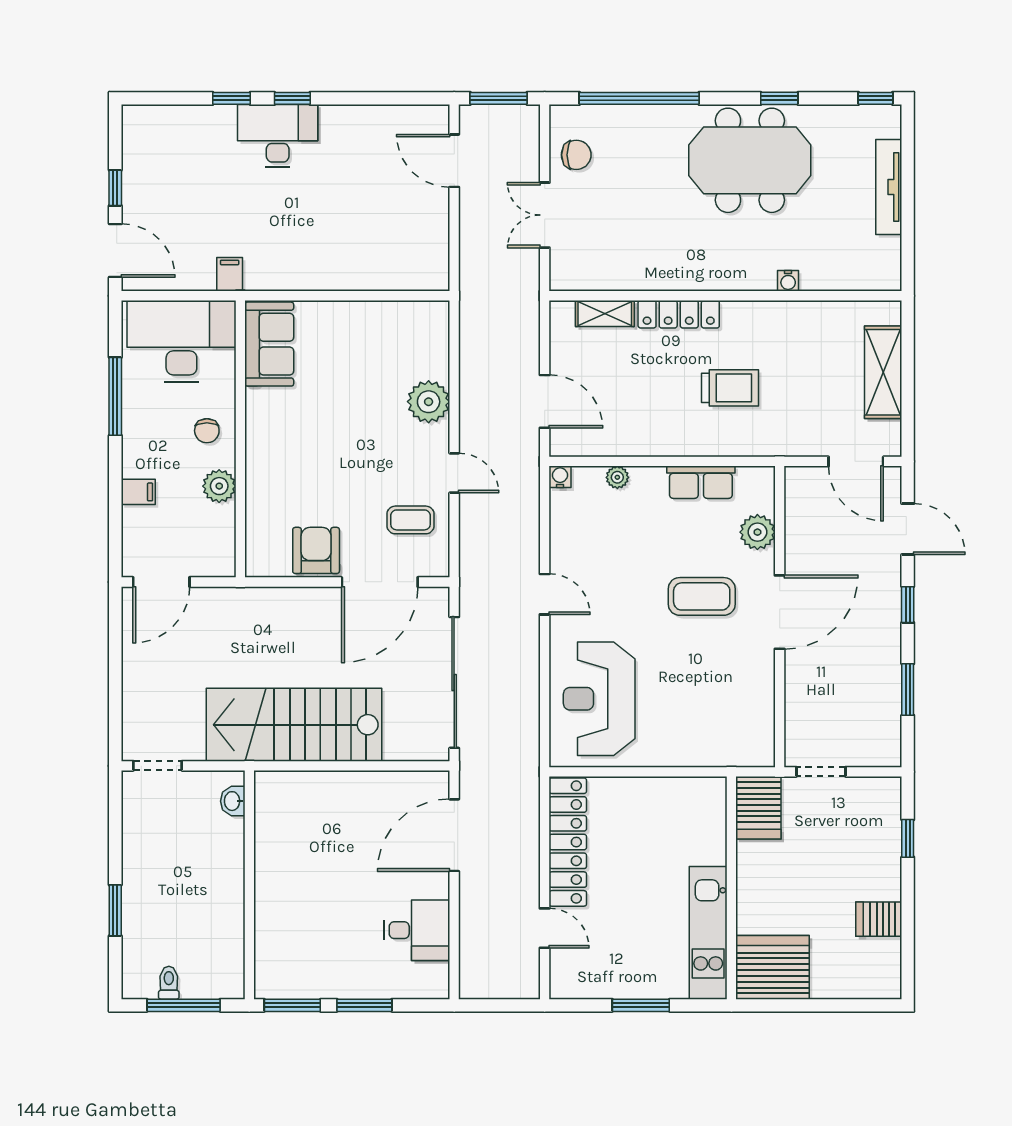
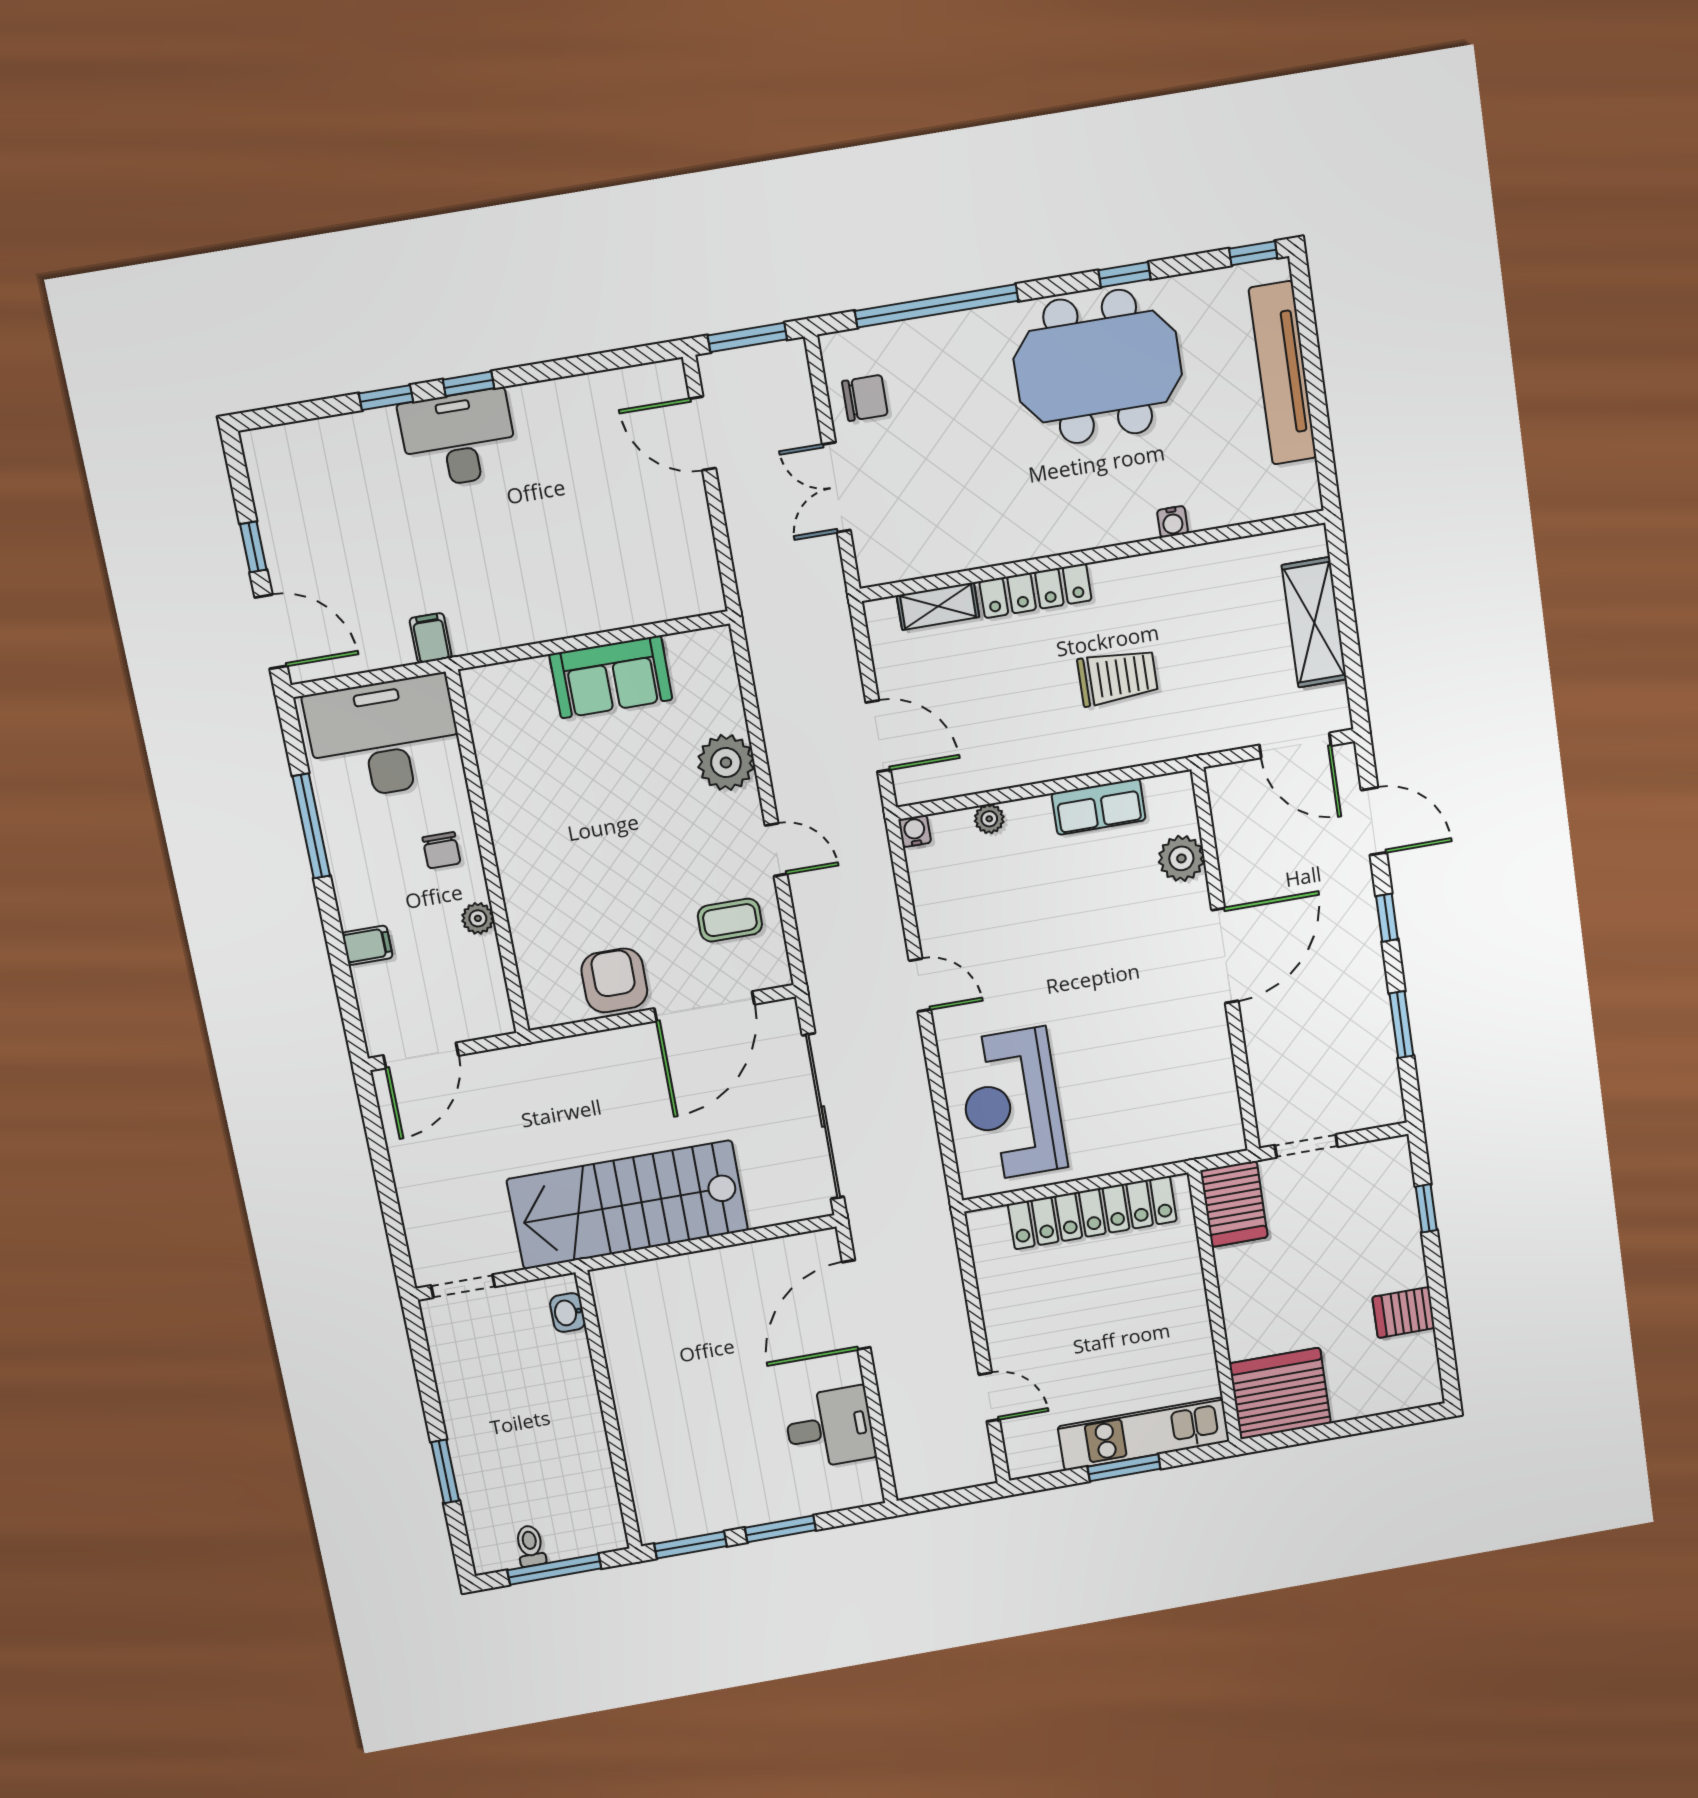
tv unit: (889, 187) -> (1283, 373), width x1.36, depth x1.29
sofa: (269, 344) -> (611, 677), moved, turned 90
plant: (219, 486) -> (478, 918), width x0.73, depth x0.73
coffee table: (702, 596) -> (1122, 953), removed
locker: (568, 842) -> (1092, 1213), moved, turned 90
kitchen unit: (708, 933) -> (1144, 1434), moved, turned 90

